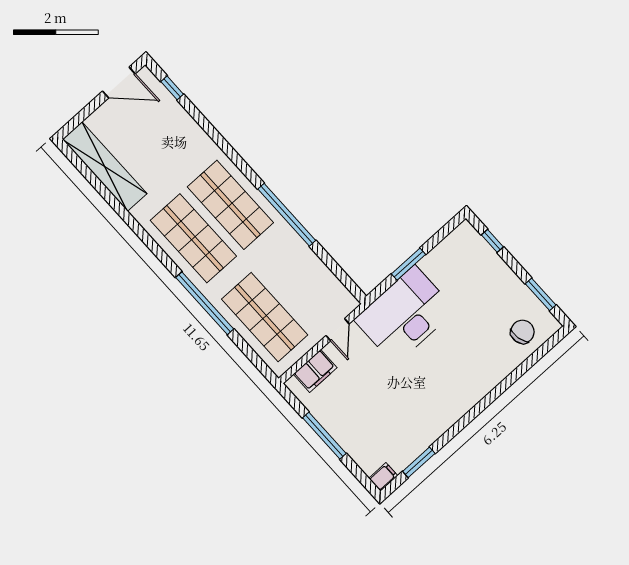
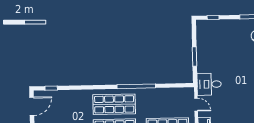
desk: (405, 315) -> (209, 84), width x0.53, depth x0.77

